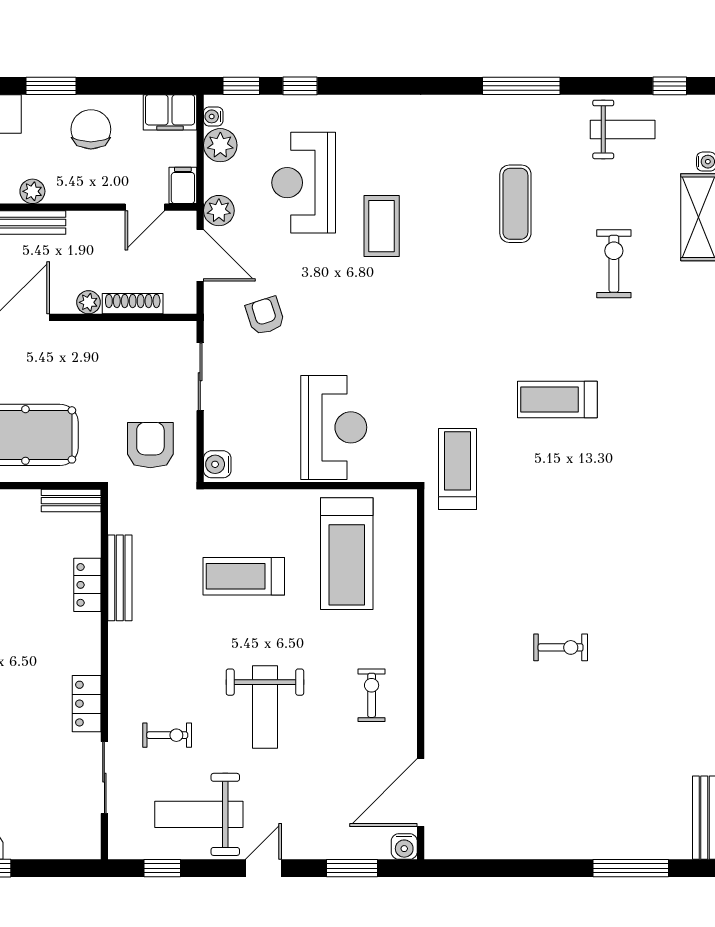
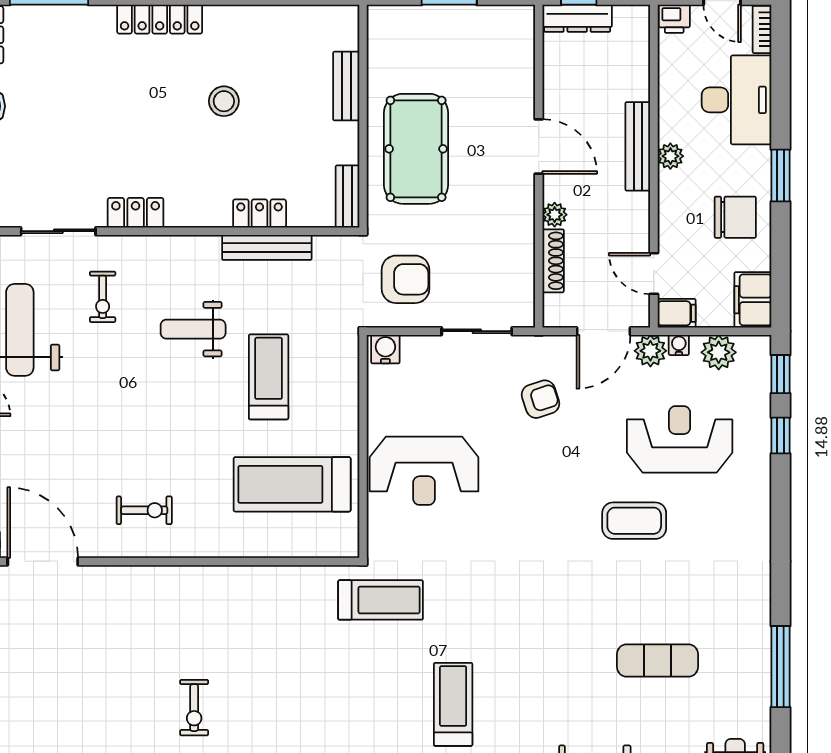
water cooler: (213, 116) -> (679, 345), moved
weight bench: (265, 707) -> (193, 329), moved, width x0.73, depth x0.75

